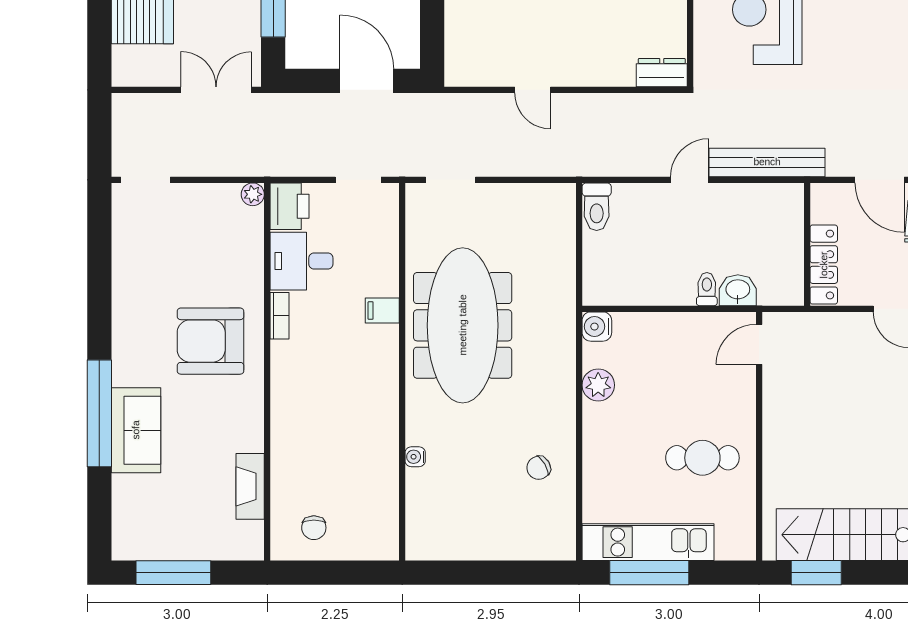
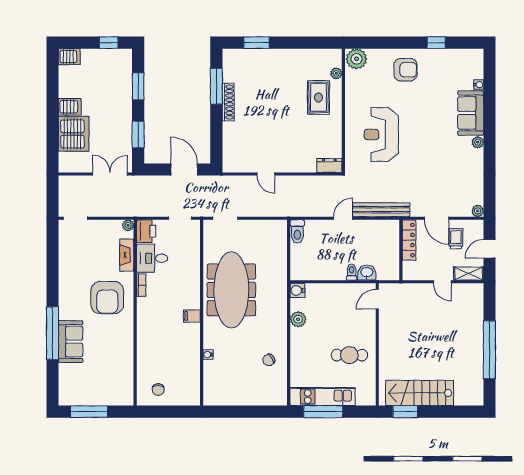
locker: (824, 265) -> (409, 240), moved
filing cabinet: (382, 311) -> (192, 316), moved
armchair: (210, 341) -> (107, 298), turned -90
fireplace: (250, 486) -> (127, 255), moved

